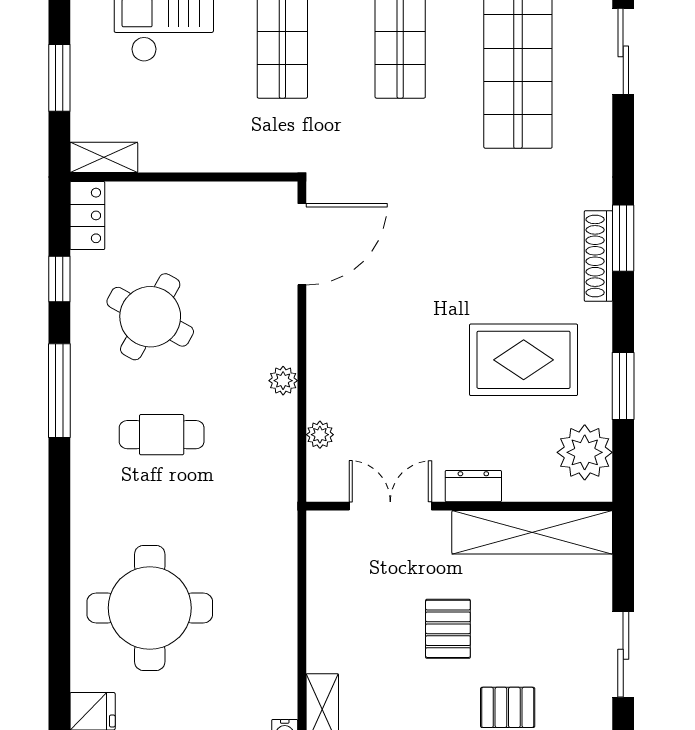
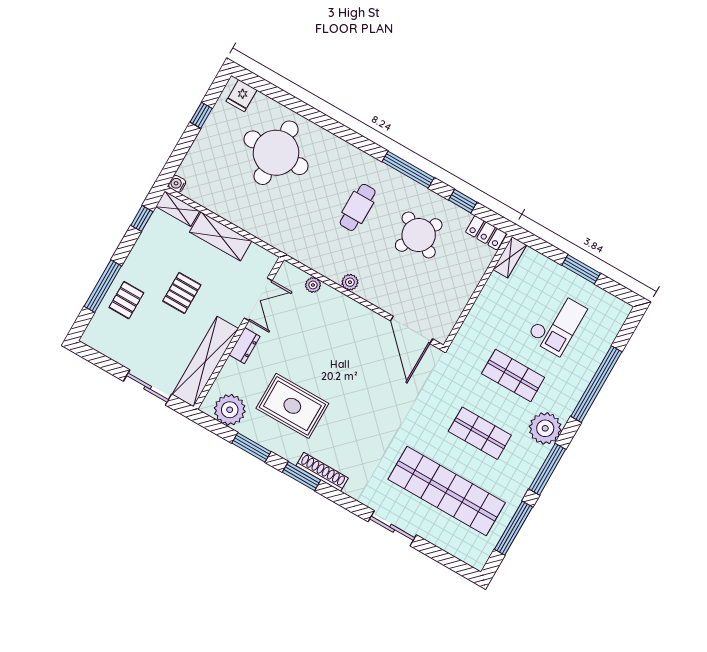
sliding door: (623, 51) -> (392, 528), moved
window: (59, 78) -> (581, 269), moved
window: (623, 238) -> (301, 476), moved
rug: (524, 360) -> (292, 406), turned 90
shelving: (327, 619) -> (221, 236), added
pallet: (448, 629) -> (182, 293), turned 90
sliding door: (623, 654) -> (148, 388), moved

